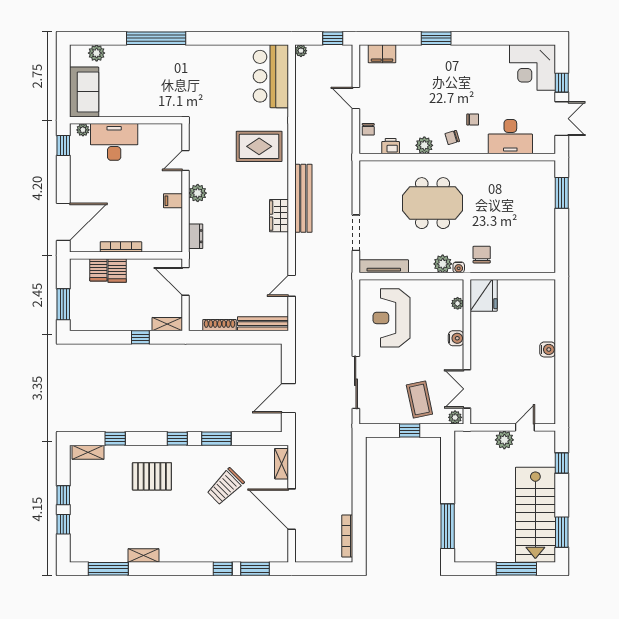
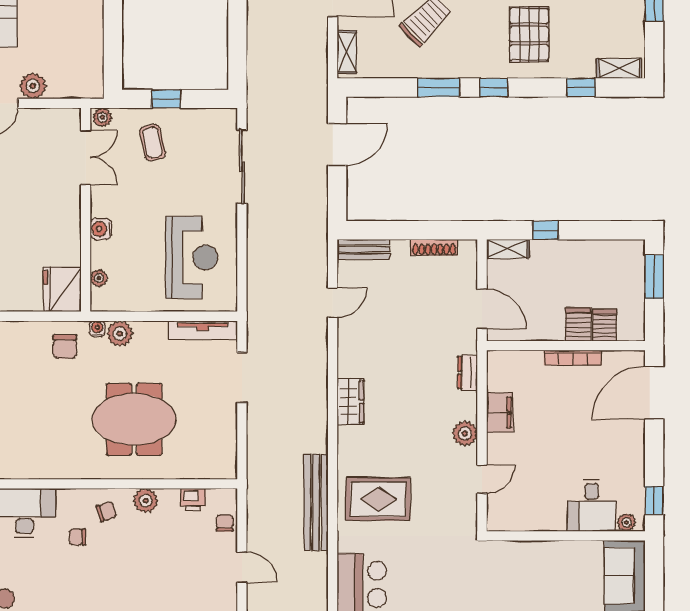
desk: (114, 142) -> (592, 505), width x0.73
bench: (303, 198) -> (316, 502), moved
filing cabinet: (173, 201) -> (500, 413), width x2.00
bench: (263, 324) -> (363, 249), width x0.73
coffee table: (419, 400) -> (153, 143), width x0.73, depth x0.77
pallet: (152, 476) -> (529, 34), turned 90

